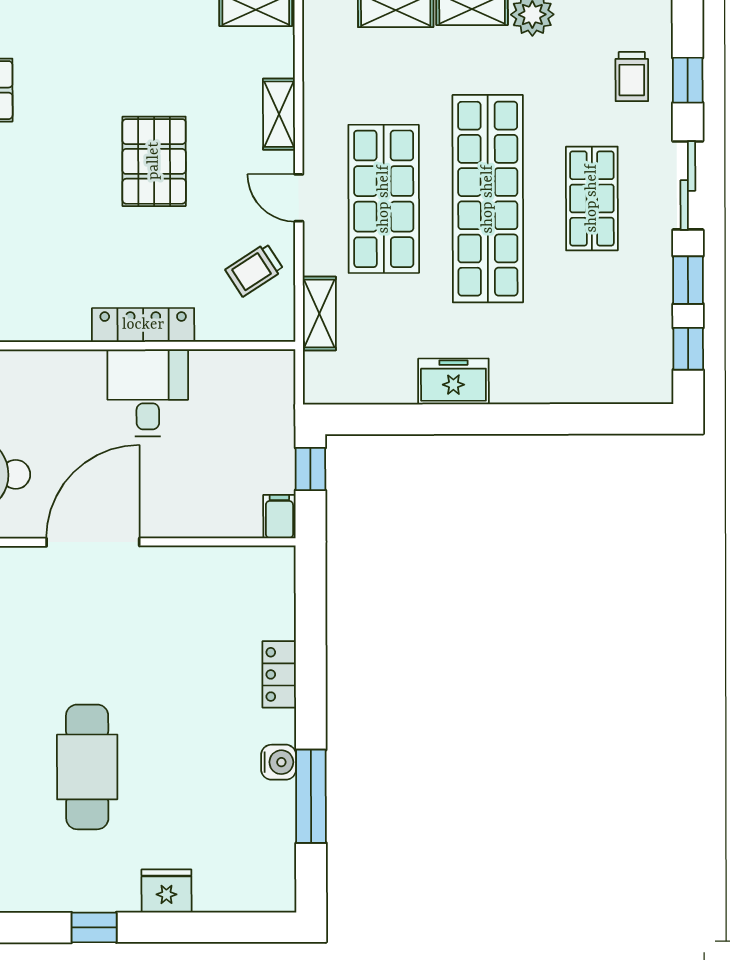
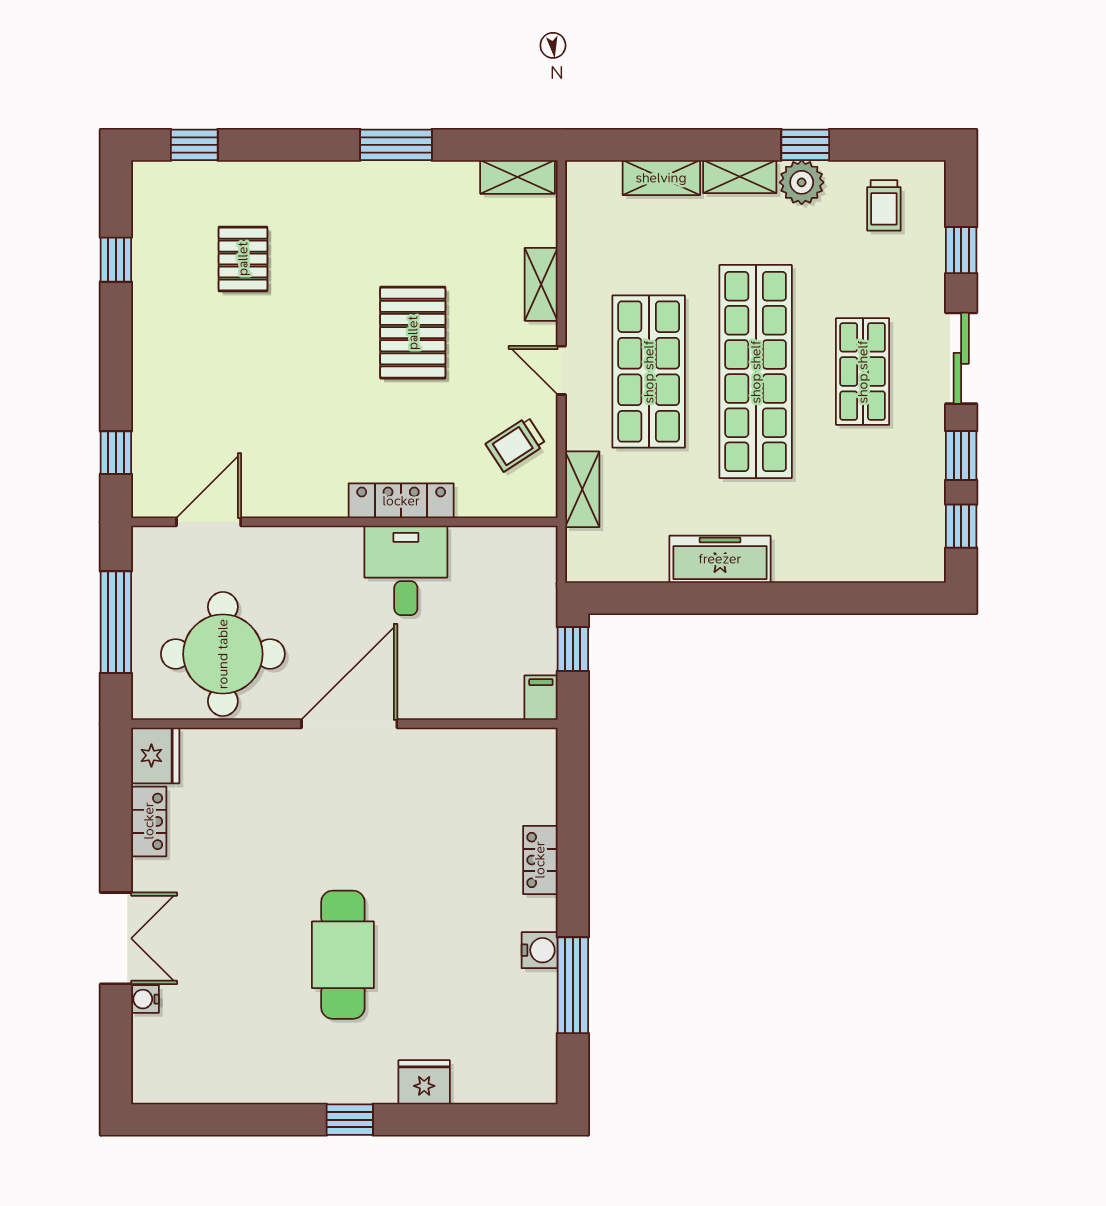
trolley: (632, 77) -> (884, 205), moved
freezer: (453, 381) -> (720, 559), width x1.40

